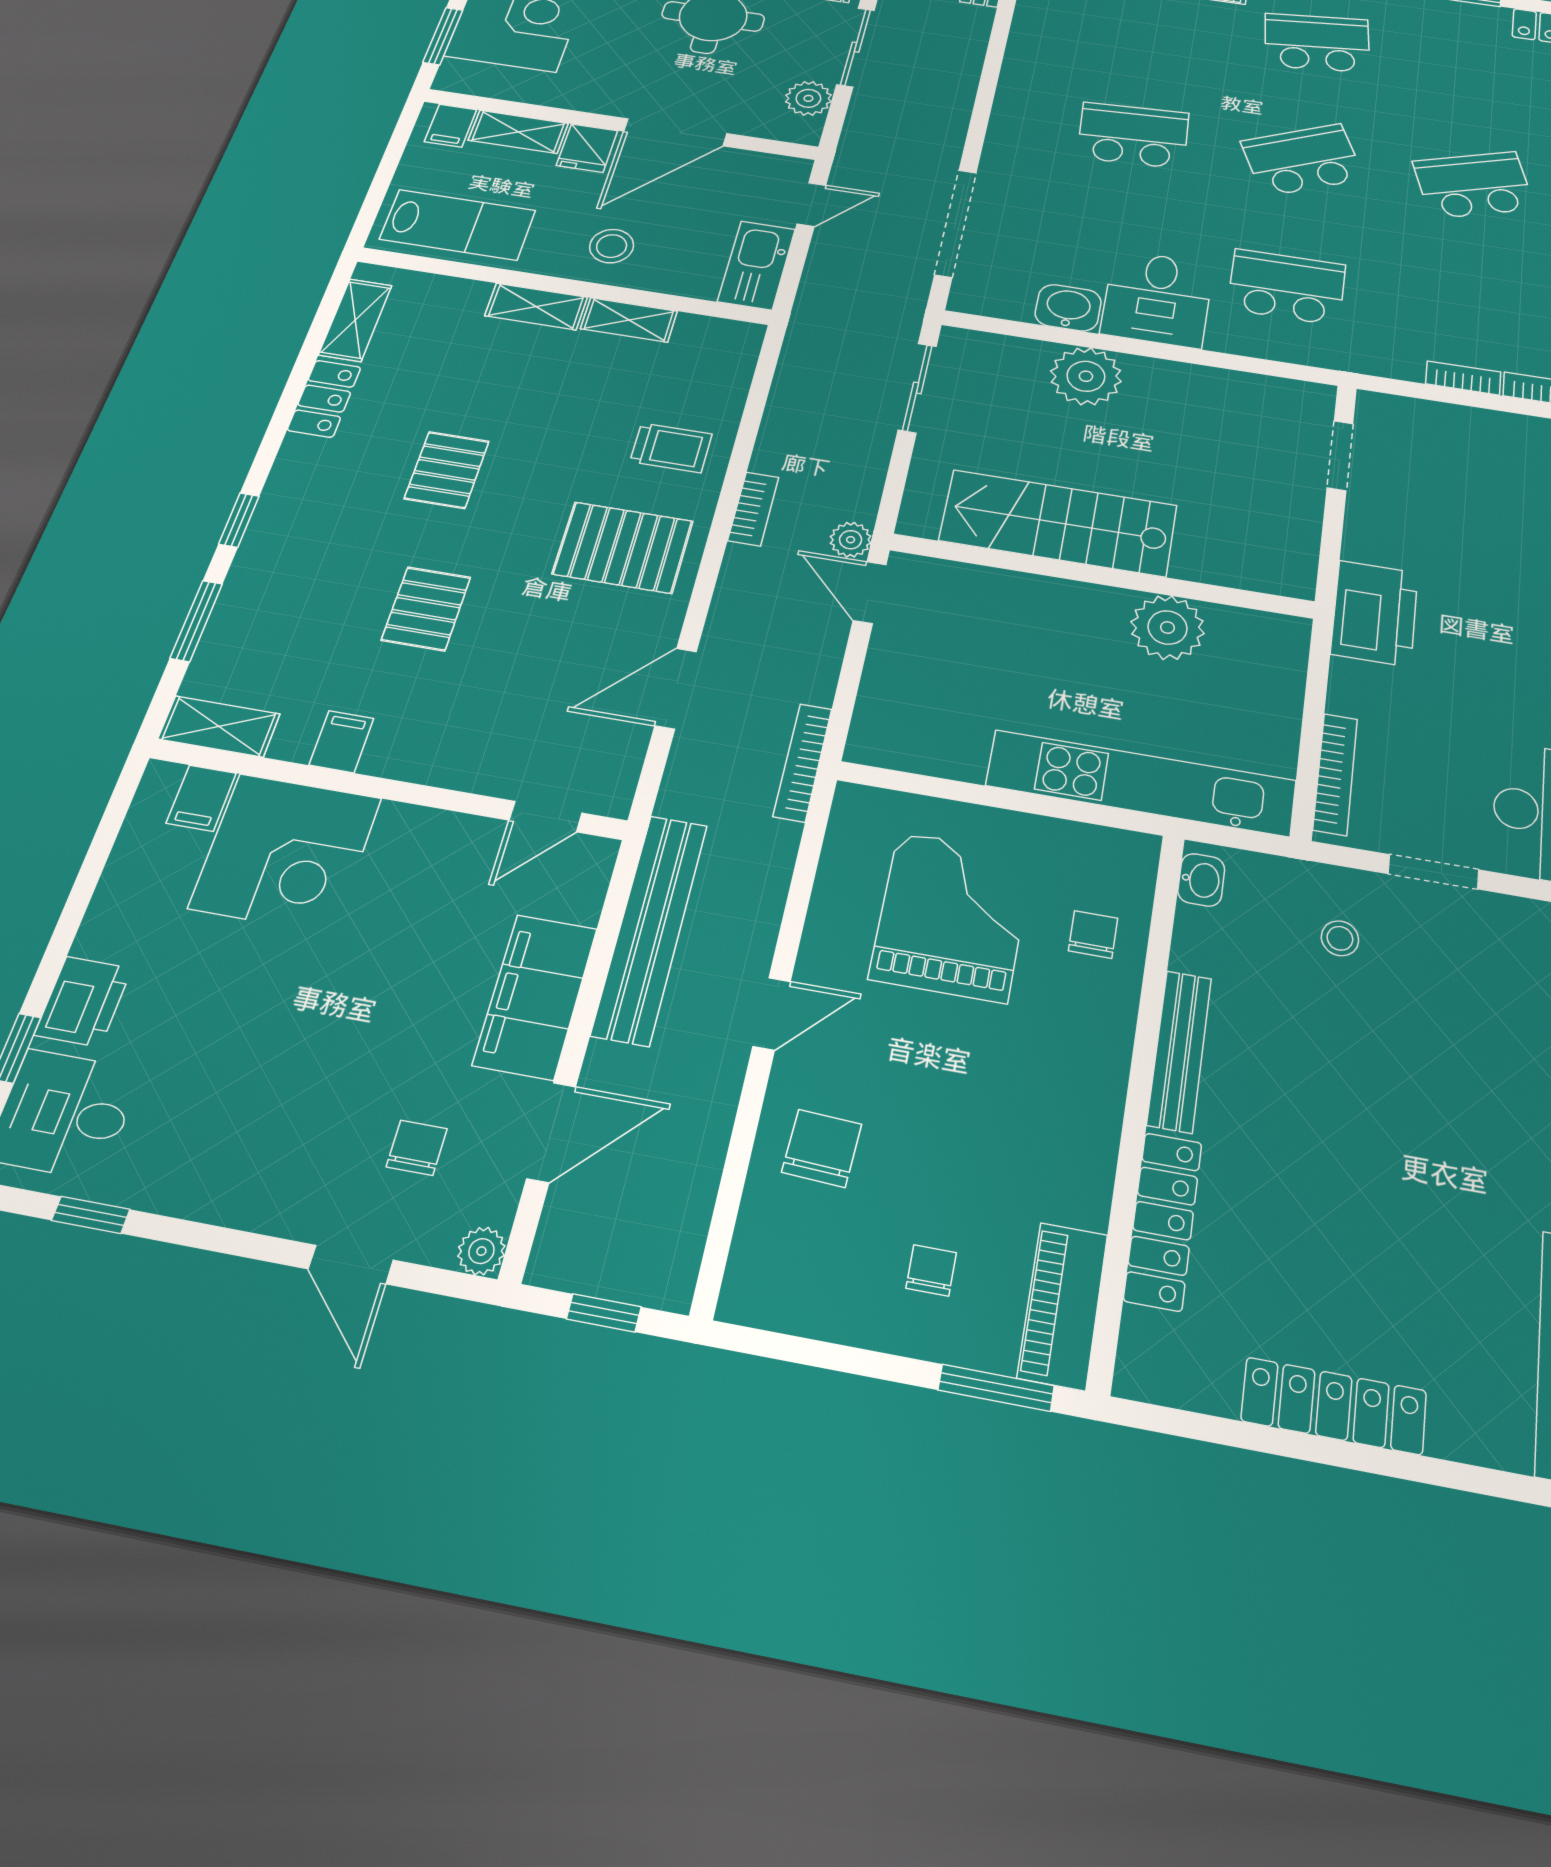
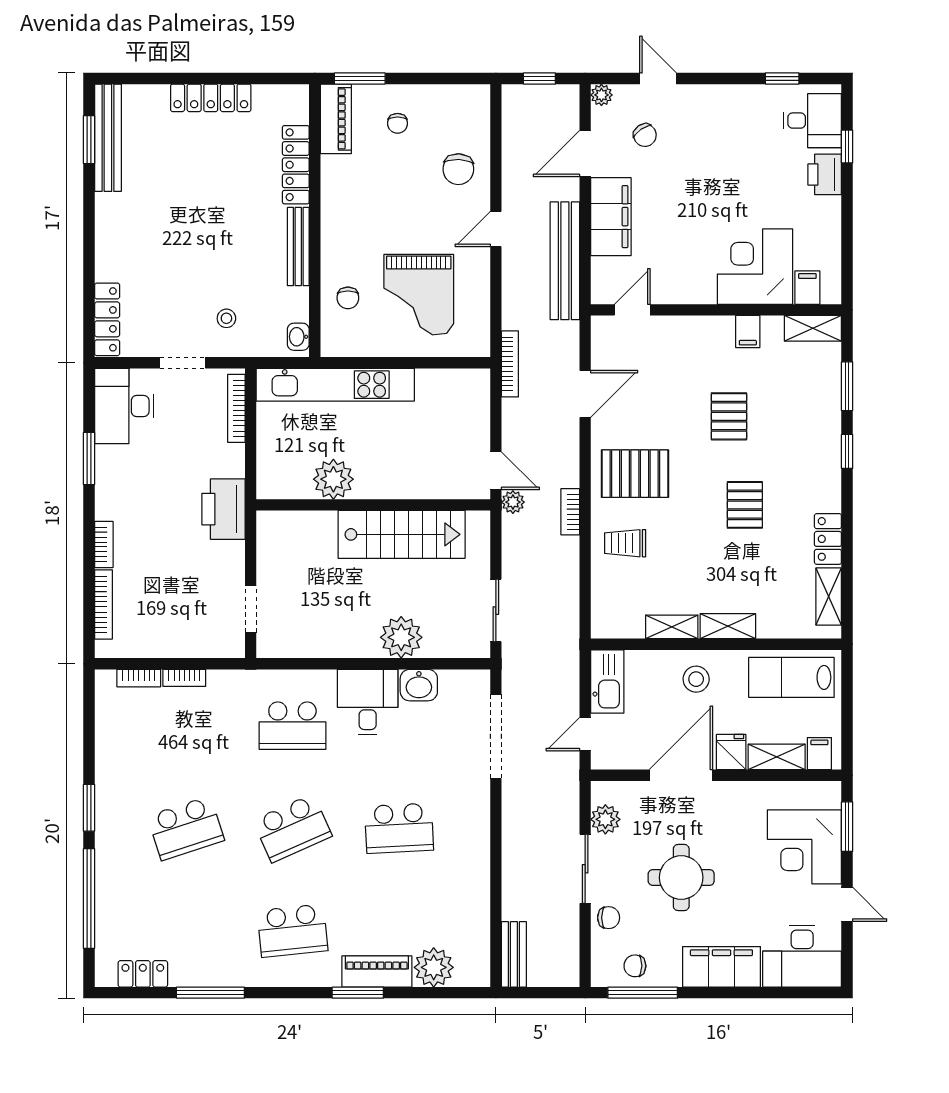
chair: (417, 1148) -> (645, 135), turned -35

